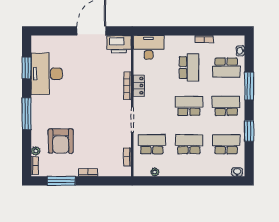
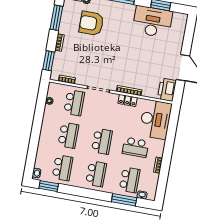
desk: (149, 47) -> (155, 119), width x1.36, depth x1.30
school desk: (226, 68) -> (130, 180), turned 180
window: (249, 86) -> (124, 200), moved
window: (249, 131) -> (49, 186), moved
window: (110, 181) -> (49, 61), added

